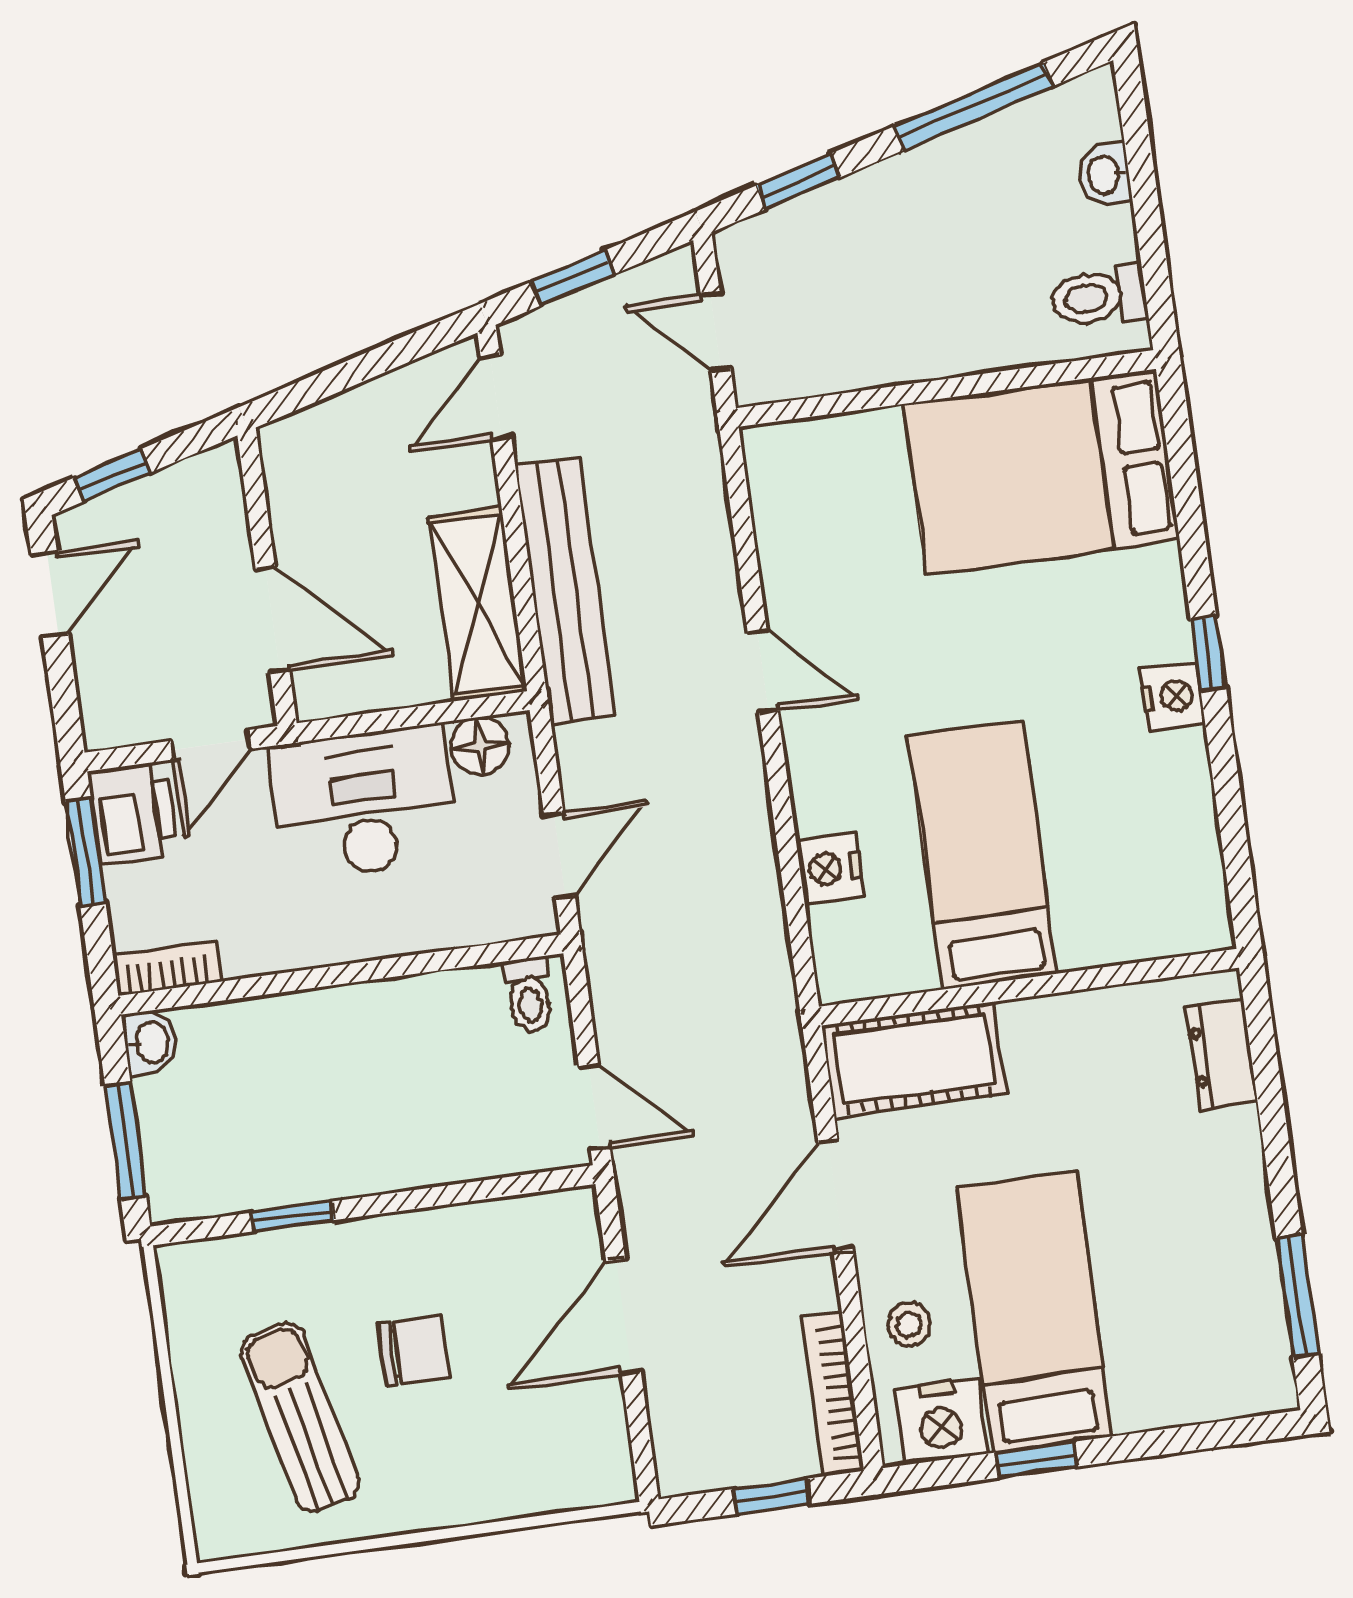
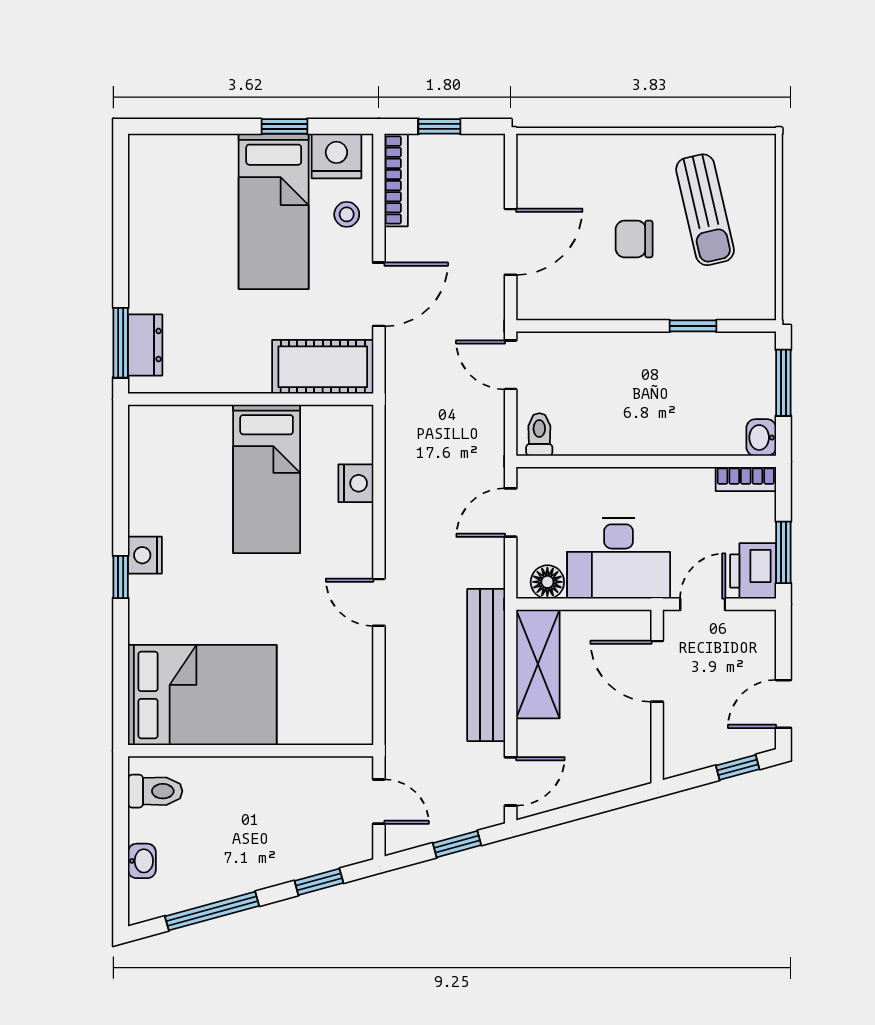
window: (1297, 1296) -> (121, 343), moved

